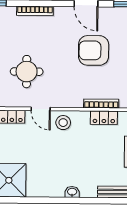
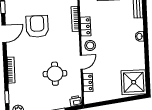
armchair: (94, 50) -> (37, 26), turned 180
locker: (104, 118) -> (85, 26), moved

